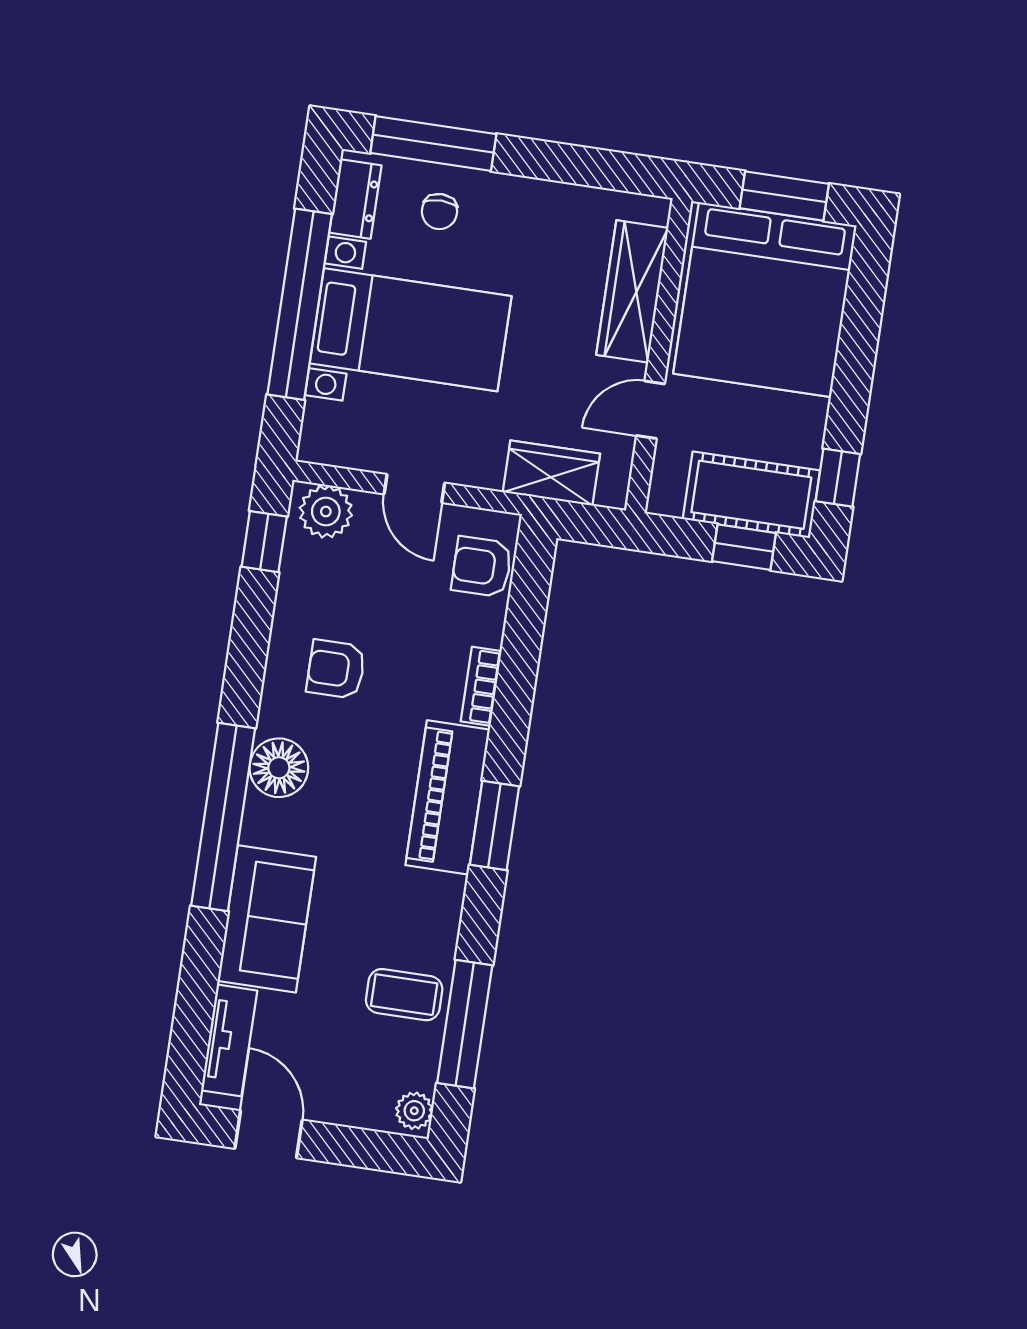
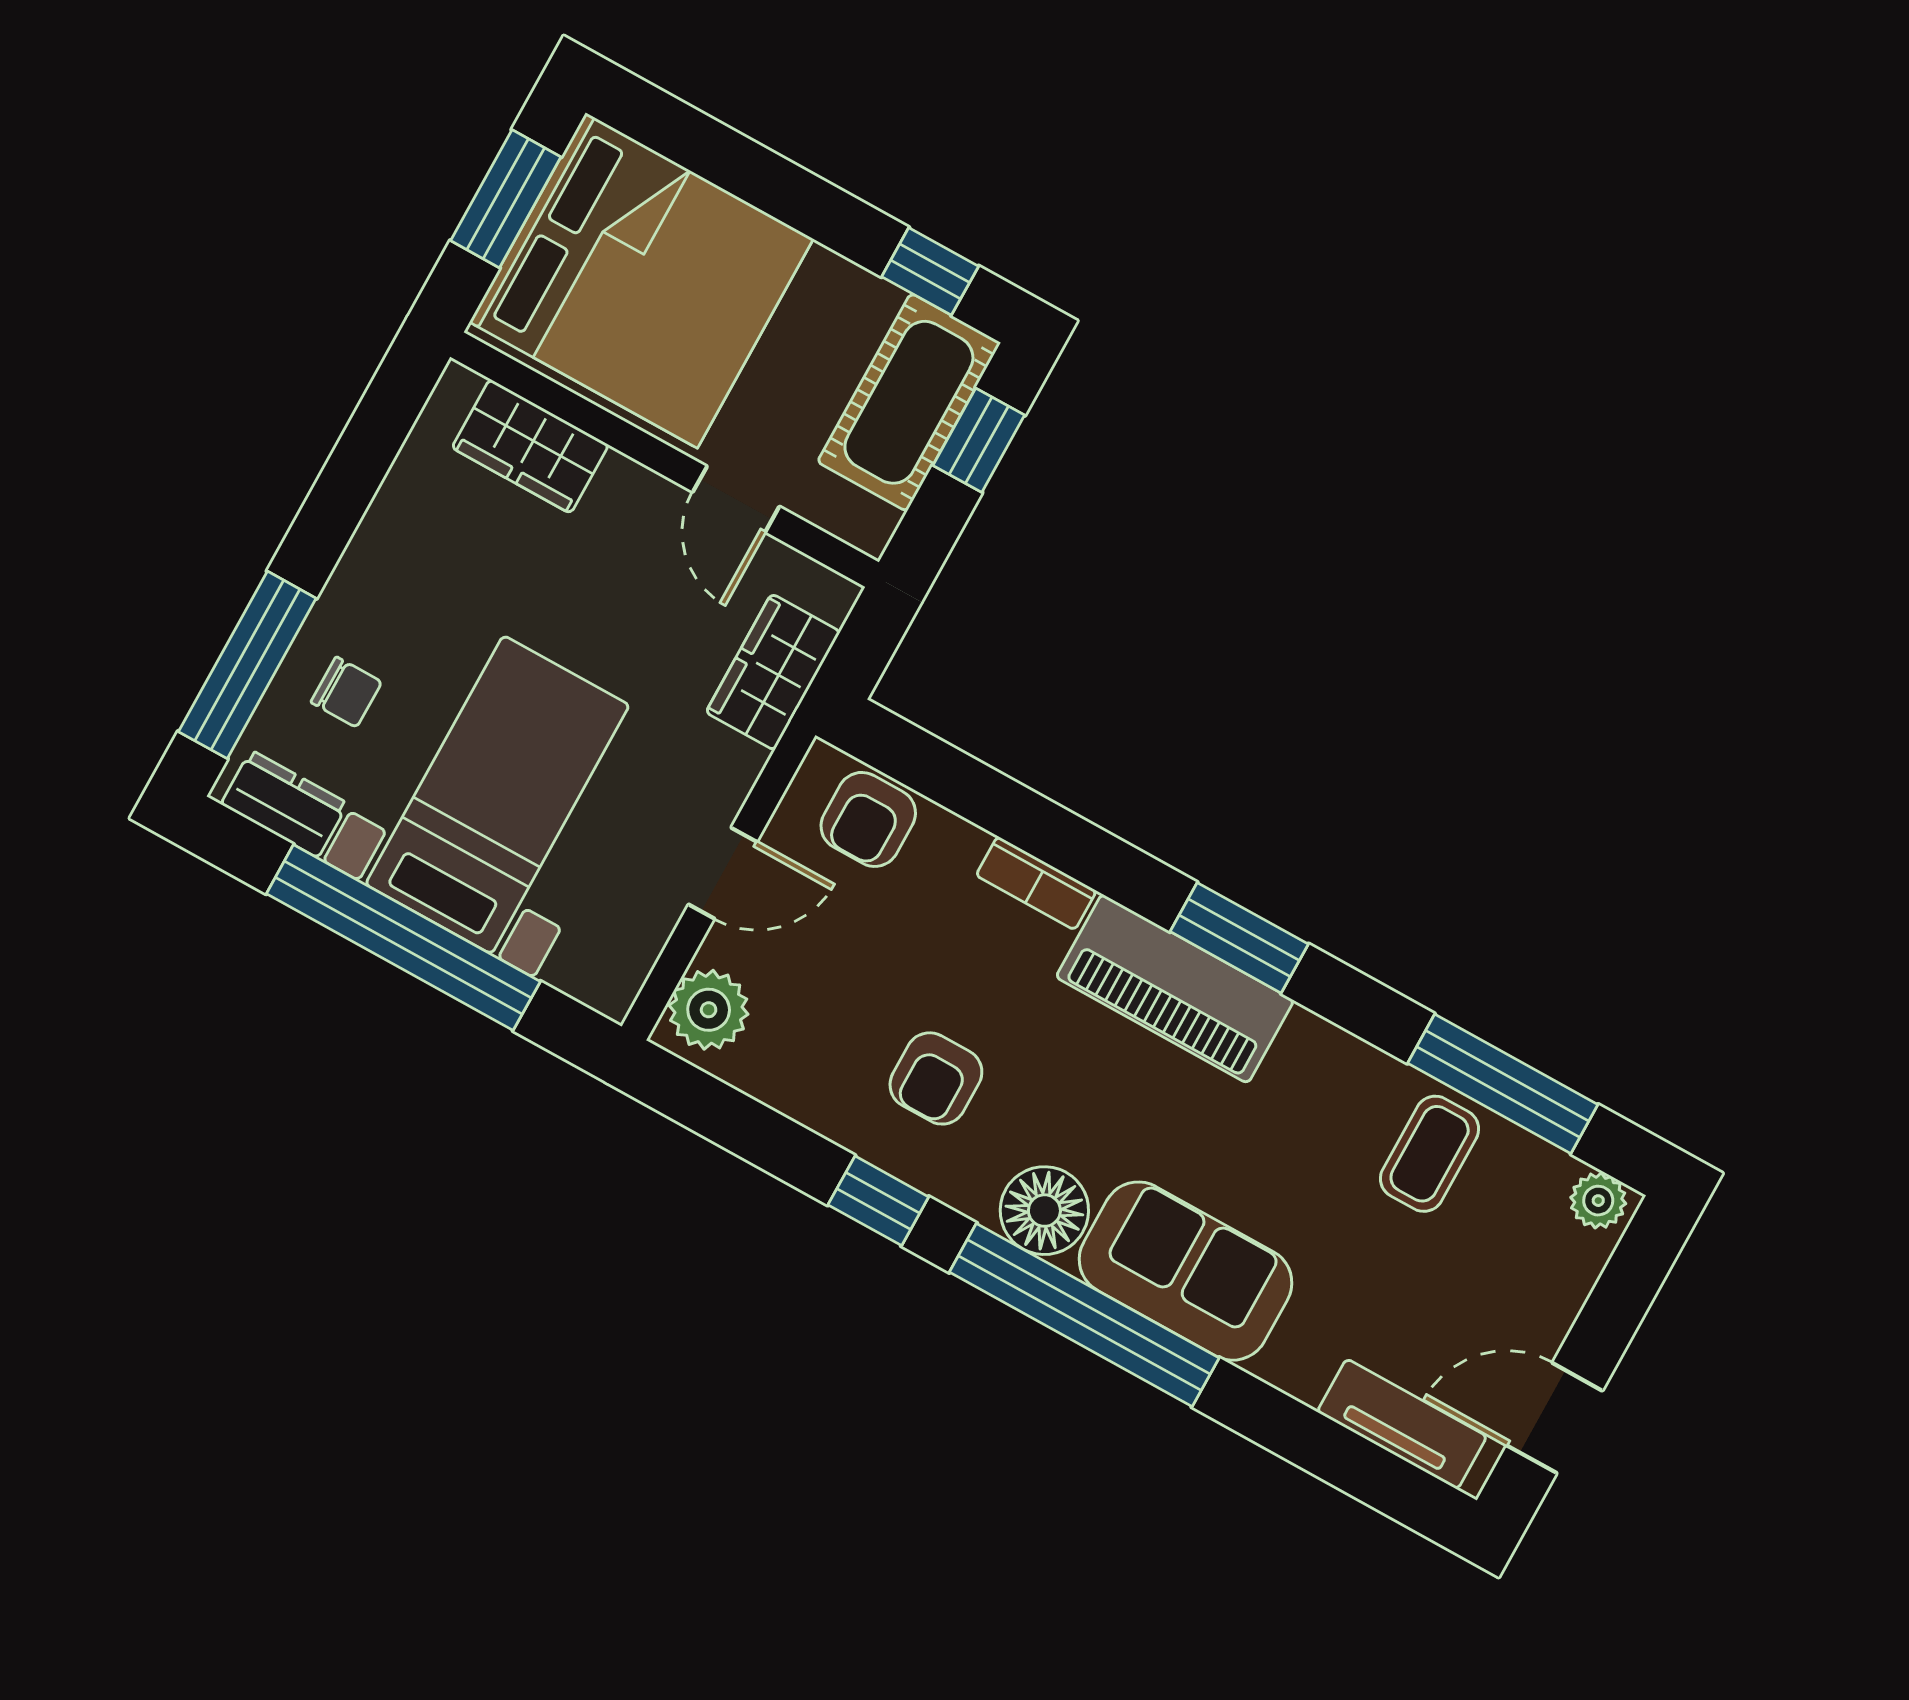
wardrobe: (632, 291) -> (530, 446), width x0.67
window: (264, 542) -> (878, 1201), moved
sofa: (267, 919) -> (1186, 1271), moved

